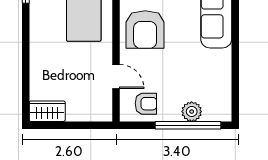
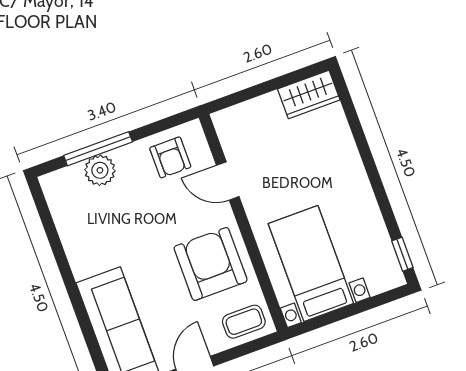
armchair: (146, 104) -> (170, 157), turned -90
window: (188, 125) -> (98, 149), width x0.68

